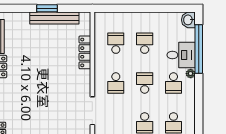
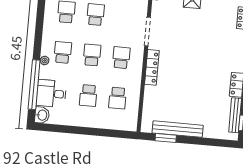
window: (47, 8) -> (166, 138), moved
locker: (85, 52) -> (152, 67), moved
desk: (181, 55) -> (51, 94), moved
school desk: (145, 83) -> (92, 55), turned 180

